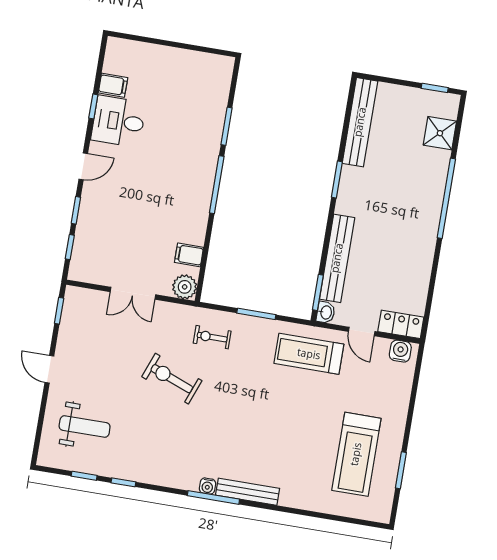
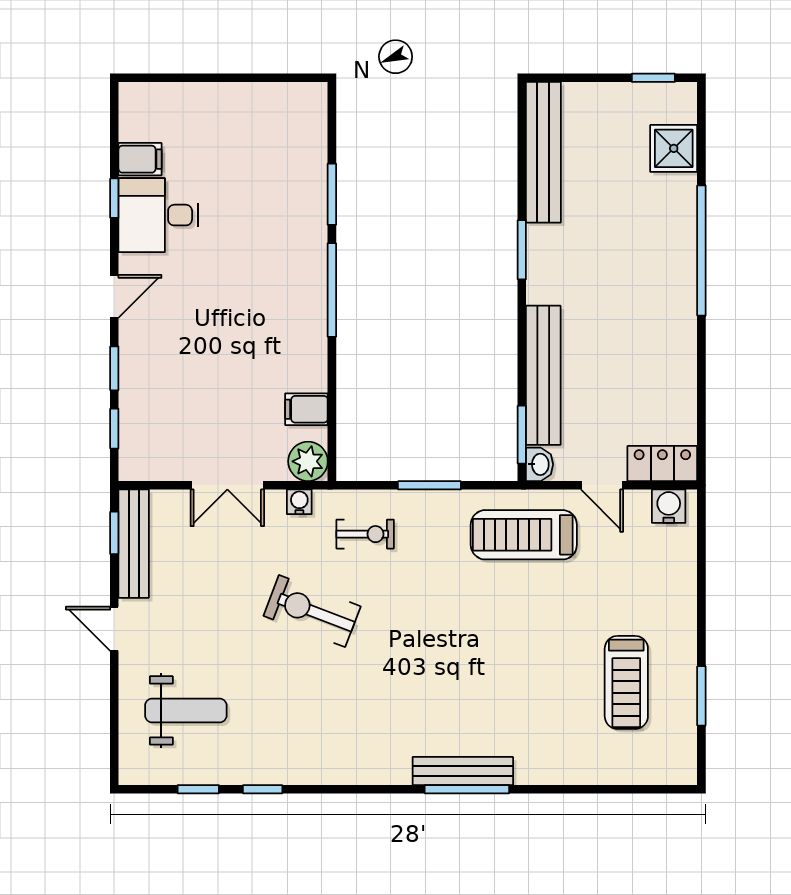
bench: (70, 319) -> (134, 544), added
exercise bike: (212, 337) -> (365, 534), turned 180
treadmill: (356, 454) -> (626, 682), width x0.73, depth x0.73
water cooler: (207, 486) -> (299, 502), moved, turned 180
window: (213, 497) -> (467, 789), moved

